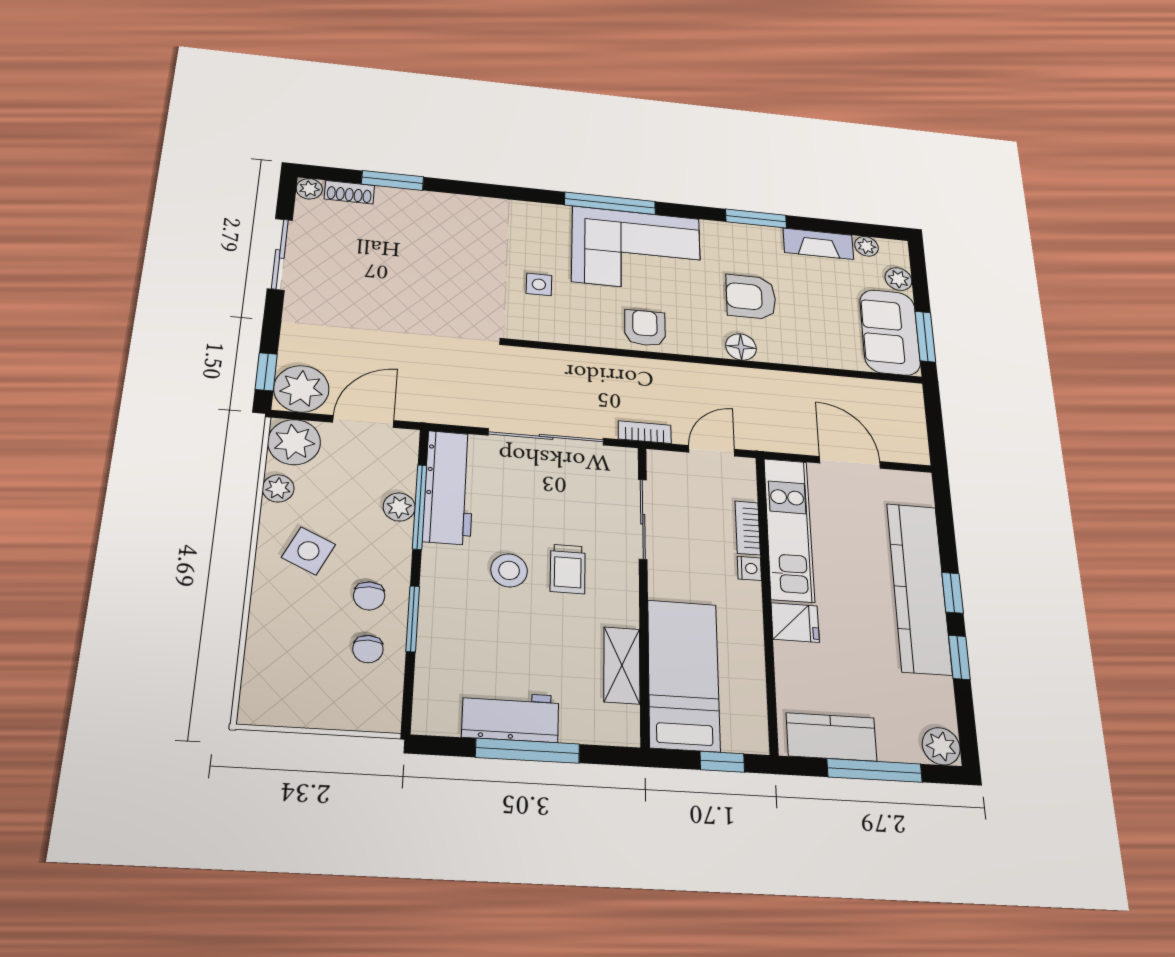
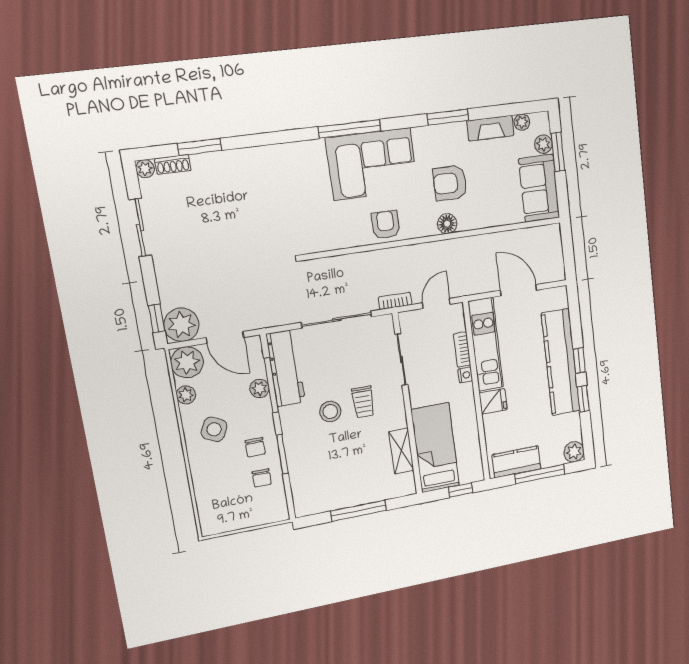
side table: (539, 284) -> (313, 208), removed
window: (925, 337) -> (558, 152), moved
door: (363, 421) -> (225, 338), swing flipped
workbench: (510, 716) -> (346, 495), removed

